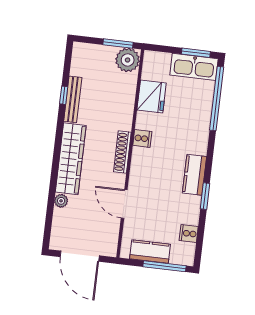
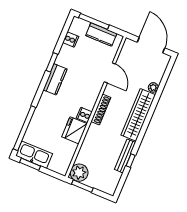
fridge: (152, 97) -> (75, 130), moved

